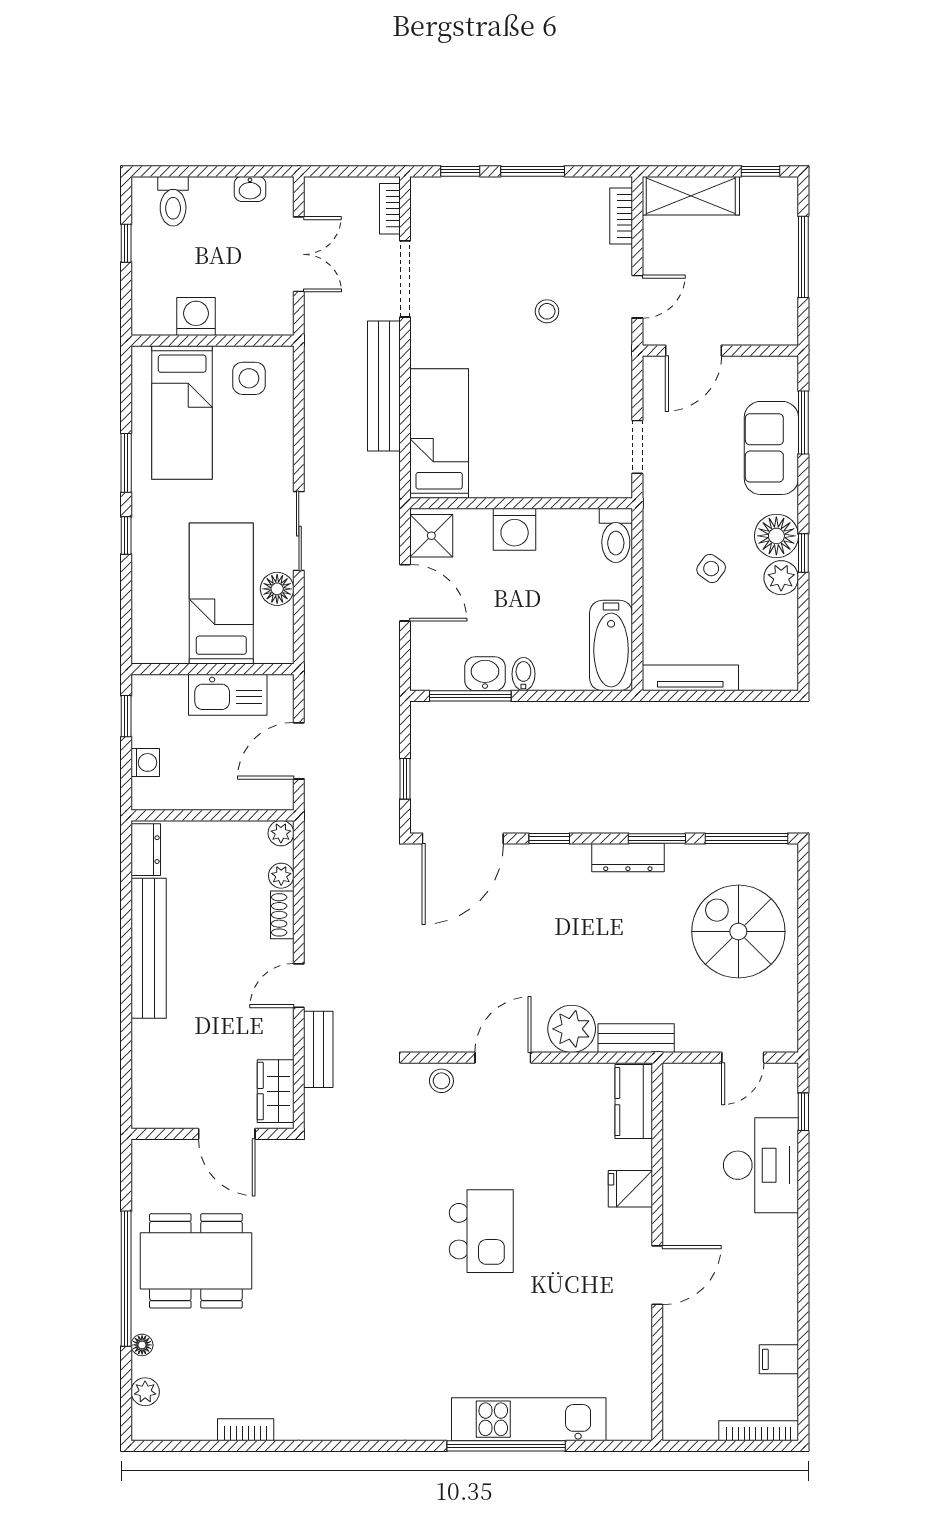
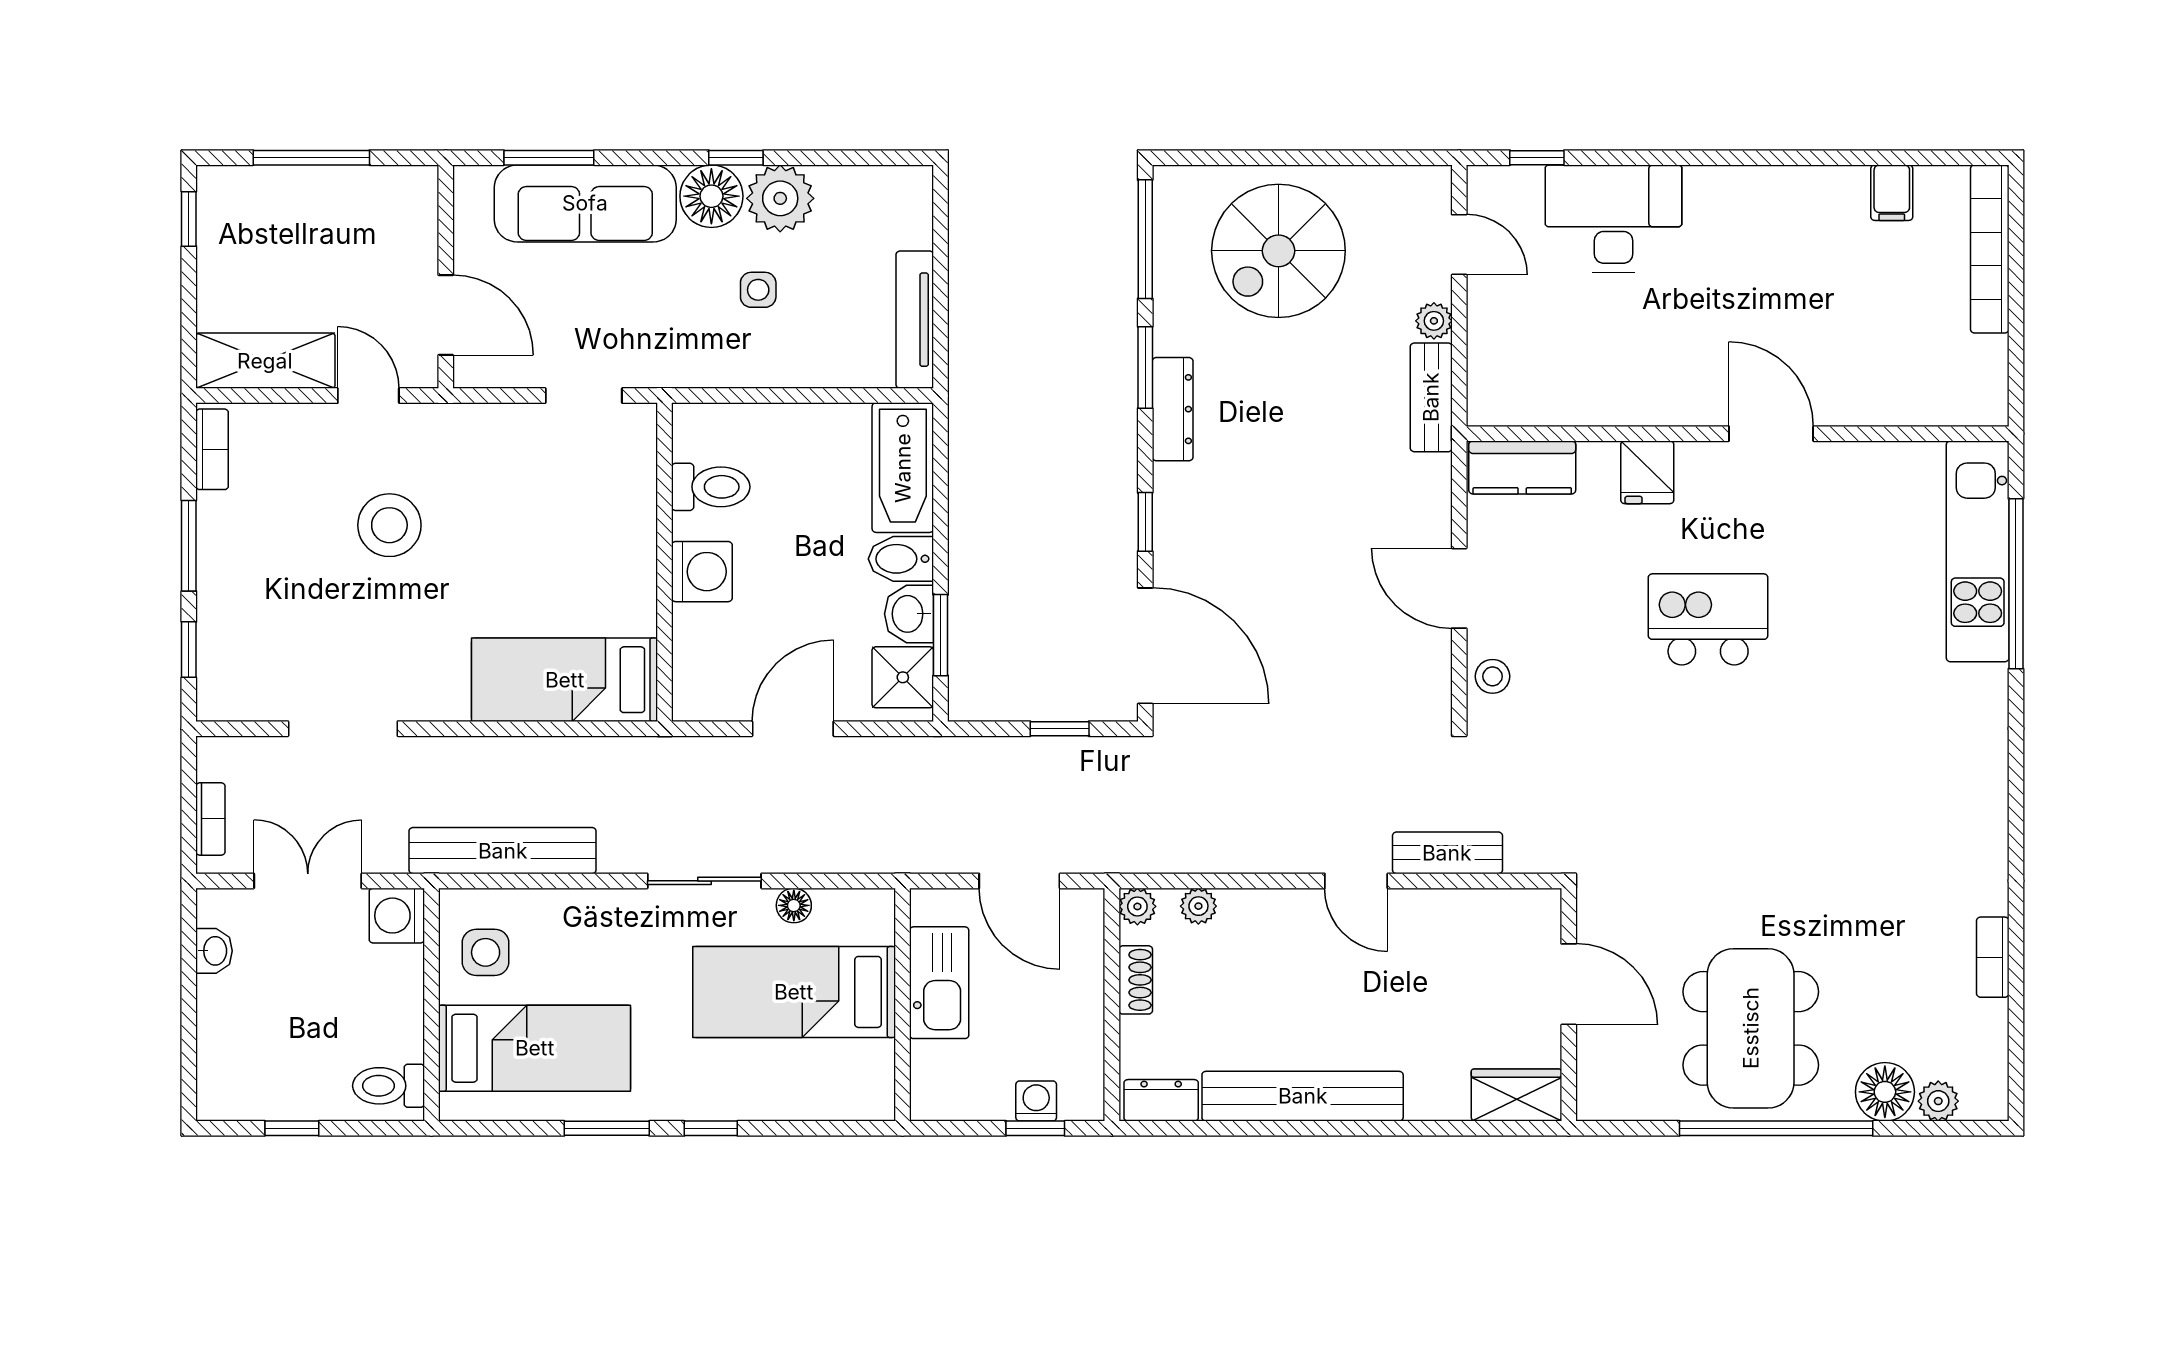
shelving: (691, 196) -> (265, 361), moved, turned 90
toilet: (173, 201) -> (389, 1086), moved, turned 180
bookcase: (390, 209) -> (210, 819), moved, turned -90
bookcase: (621, 216) -> (212, 449), moved, turned -90
stool: (547, 311) -> (389, 525), width x1.89, depth x1.89
washing machine: (196, 316) -> (397, 916), moved
bench: (384, 386) -> (503, 851), moved
sofa: (771, 448) -> (585, 203), width x1.36
toilet: (616, 535) -> (711, 487), moved
shower: (431, 536) -> (903, 677), moved
side table: (711, 569) -> (758, 290), turned -36
plant: (781, 578) -> (780, 198), width x1.36, depth x1.36
floor lamp: (277, 589) -> (794, 905), width x0.73, depth x0.73
bathtub: (611, 646) -> (903, 468), moved, turned 90
bidet: (523, 674) -> (901, 559), width x1.38, depth x1.36
window: (470, 696) -> (941, 635), width x0.69
window: (126, 716) -> (1035, 1128), moved
shoe rack: (282, 915) -> (1136, 980), moved, turned -90
plant: (572, 1029) -> (1434, 321), moved, width x0.53, depth x0.53
wardrobe: (276, 1091) -> (1516, 1095), moved, turned 180
kitchen counter: (634, 1102) -> (1522, 467), moved
door: (227, 1134) -> (1569, 984), hinge flipped
fridge: (630, 1189) -> (1647, 472), moved
wall: (657, 1252) -> (1738, 434), moved
door: (657, 1275) -> (1771, 434), moved
floor lamp: (142, 1345) -> (1885, 1092), width x1.89, depth x1.89
bookcase: (759, 1431) -> (1990, 249), width x1.48, depth x1.31

